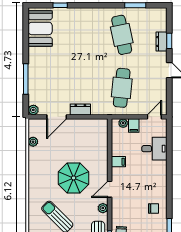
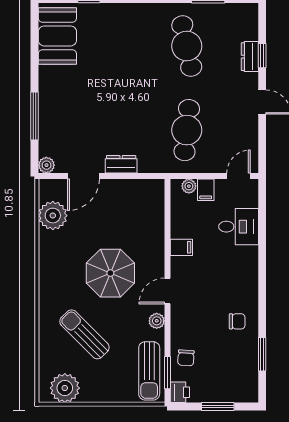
plant: (33, 142) -> (53, 216), width x1.88, depth x1.88

